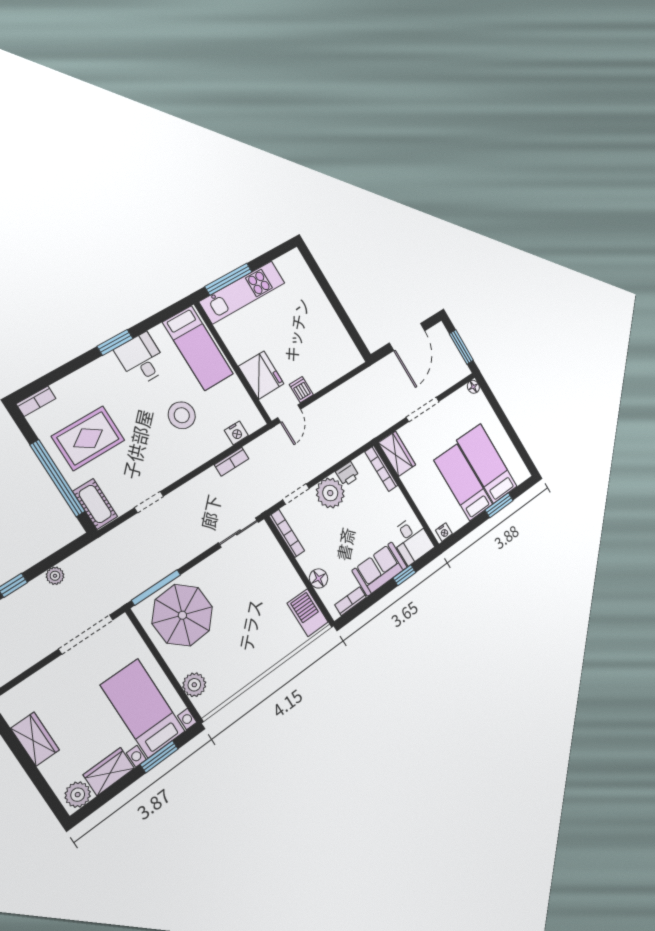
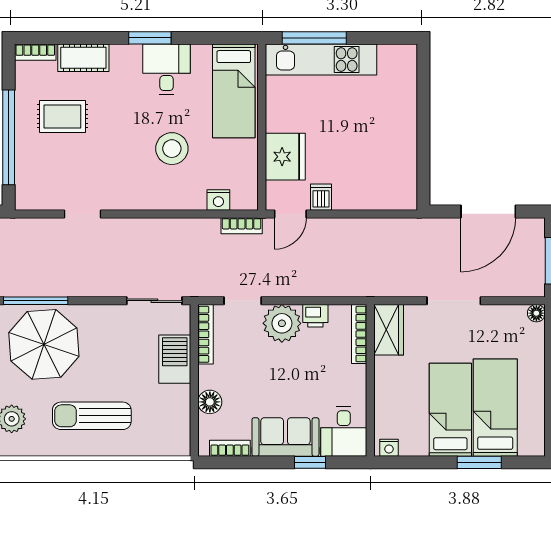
rug: (88, 438) -> (62, 116), width x0.73, depth x0.70
bookcase: (232, 462) -> (242, 226), moved
cot: (95, 504) -> (83, 58), moved, turned 90
barbecue: (308, 613) -> (175, 359), moved
sun lounger: (248, 643) -> (92, 416), added

